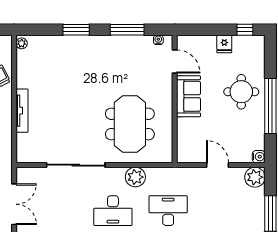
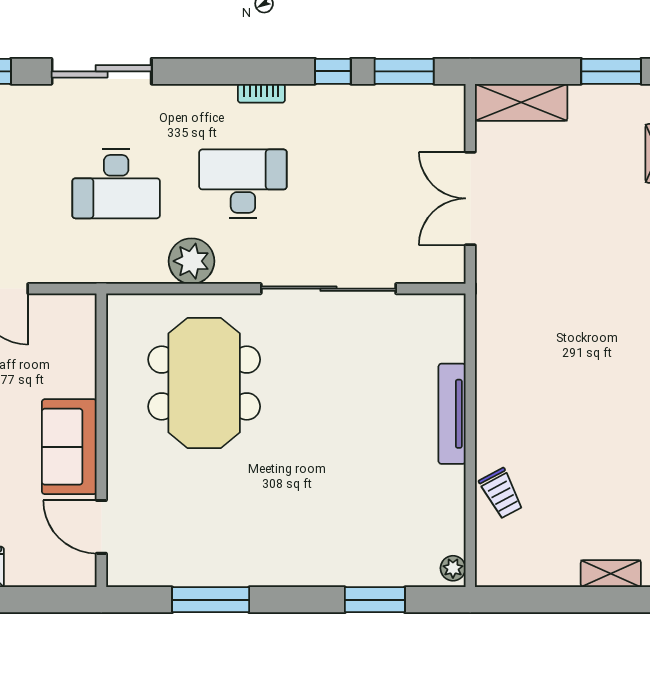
window: (76, 30) -> (375, 600), moved
water cooler: (158, 40) -> (139, 576), removed

